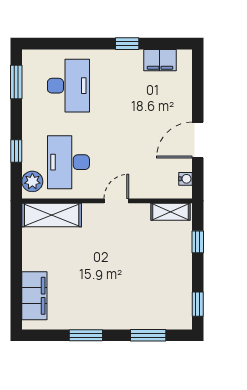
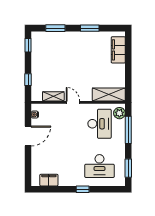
window: (127, 44) -> (83, 189), moved
desk: (68, 86) -> (99, 166), turned -90
window: (16, 151) -> (128, 130), width x2.17
door: (116, 201) -> (73, 102), swing flipped
shelving: (171, 212) -> (53, 96), moved

